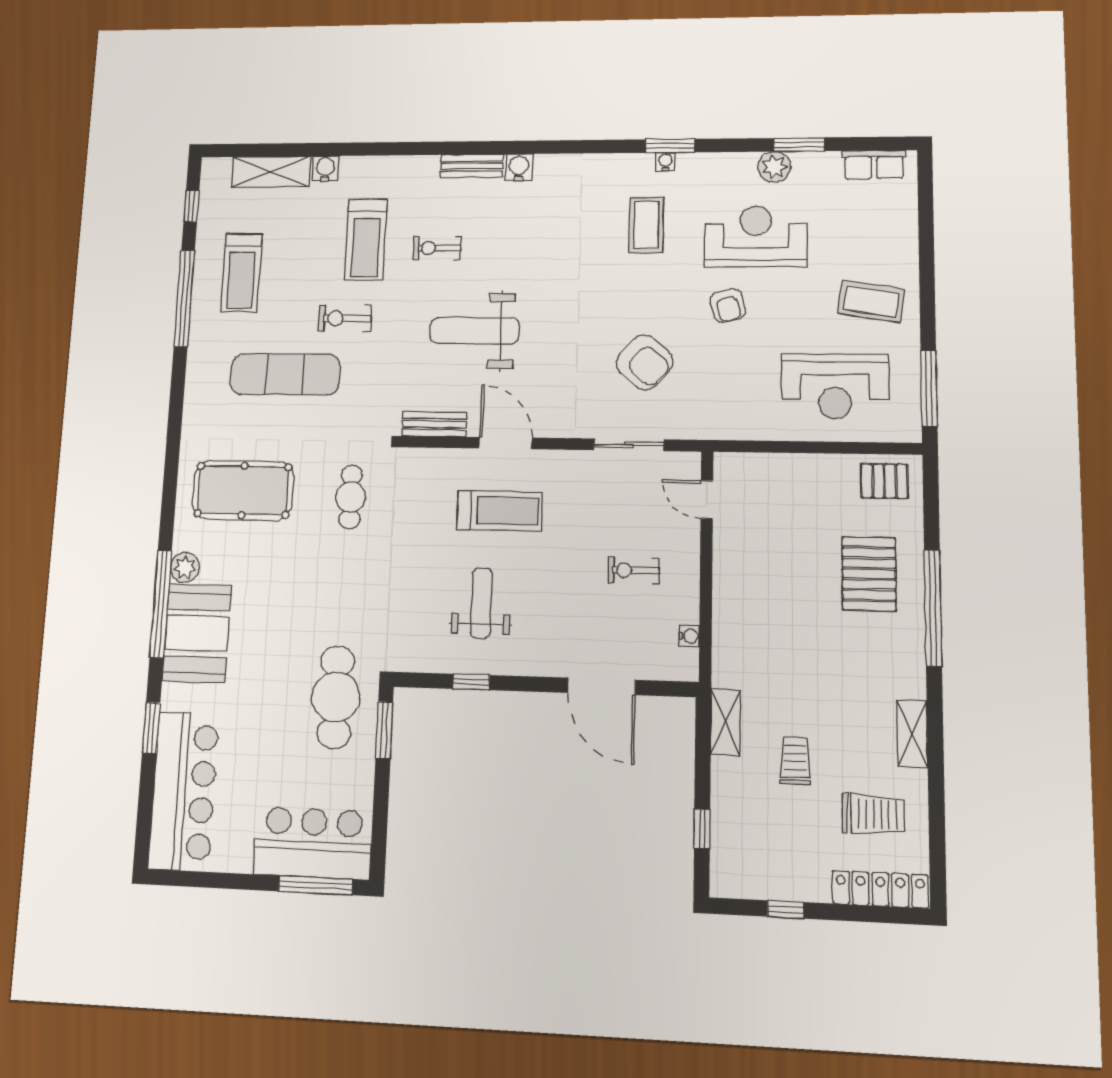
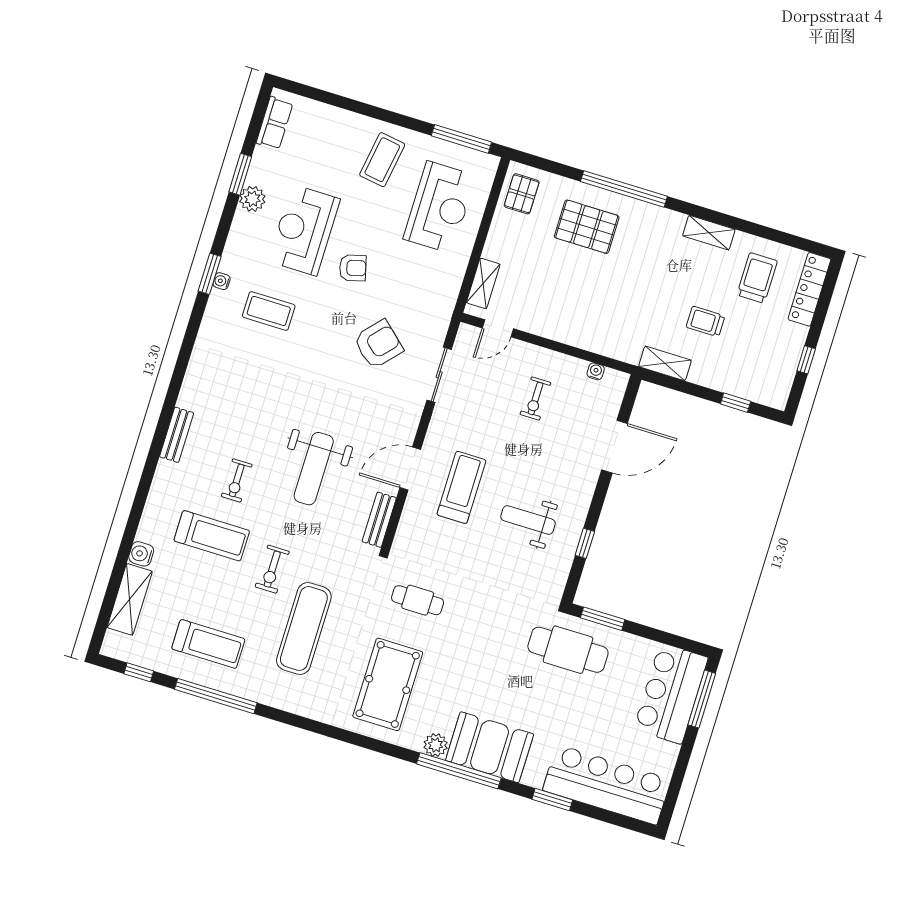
water cooler: (519, 167) -> (190, 397), removed
shelving: (757, 466) -> (483, 283), added

